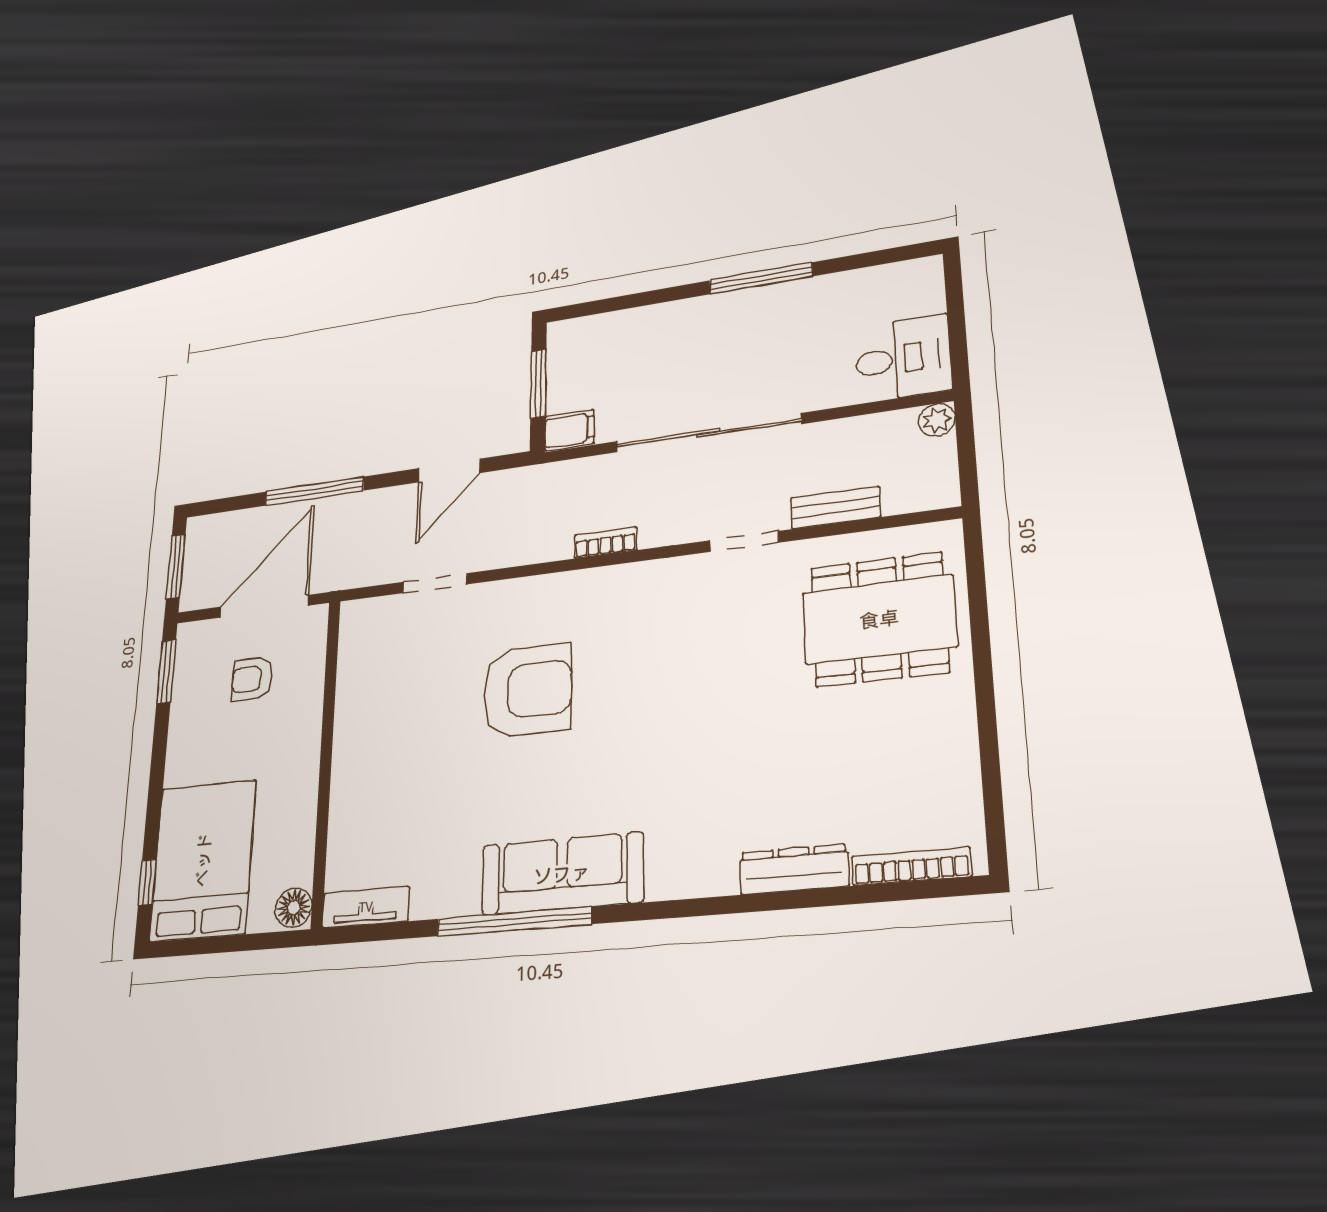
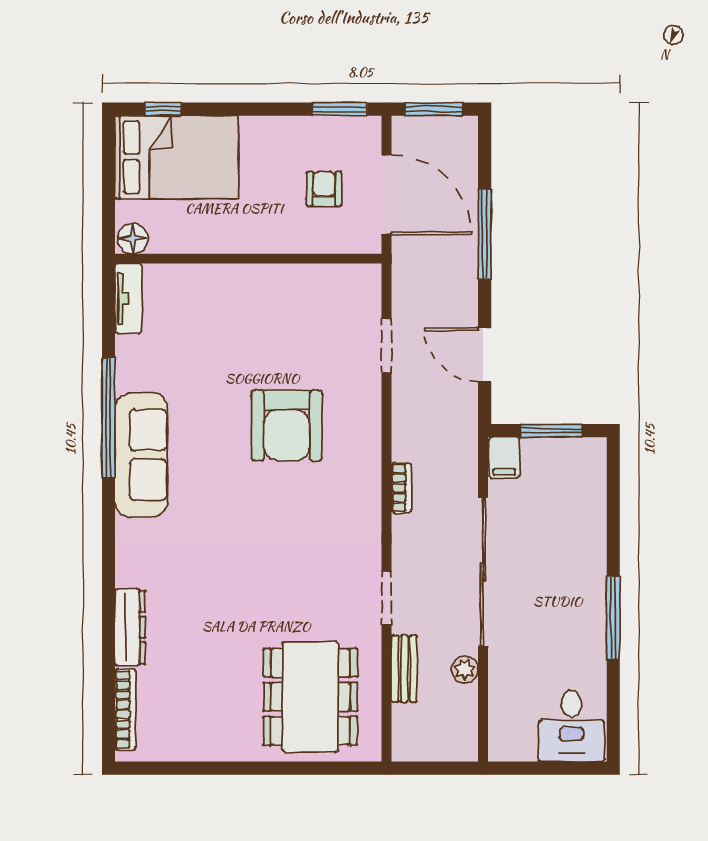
desk: (903, 359) -> (571, 726), moved
plant: (937, 420) -> (465, 669), moved

